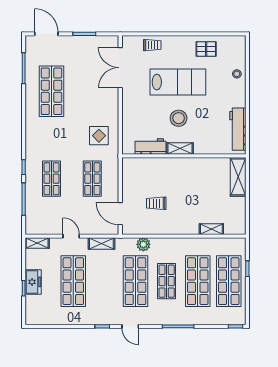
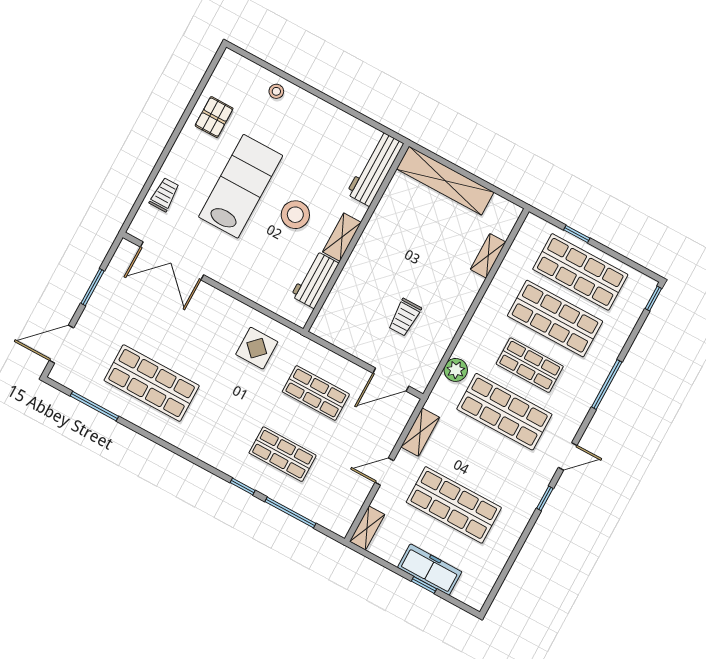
workbench: (238, 129) -> (375, 169), moved, turned 90
shelving: (238, 177) -> (445, 181), width x1.47
freezer: (33, 282) -> (430, 570), width x1.40

